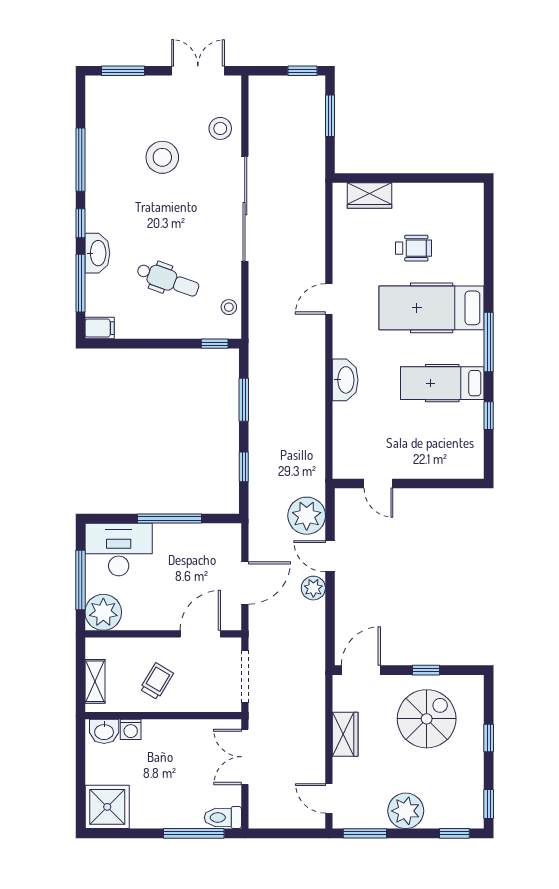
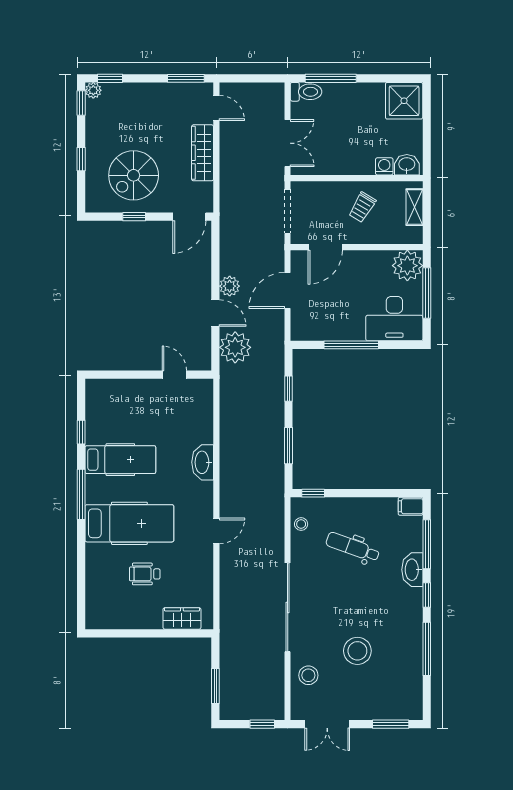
window: (303, 71) -> (262, 724), moved
wardrobe: (345, 734) -> (203, 153), width x1.50
plant: (406, 811) -> (93, 90), moved, width x0.53, depth x0.53

